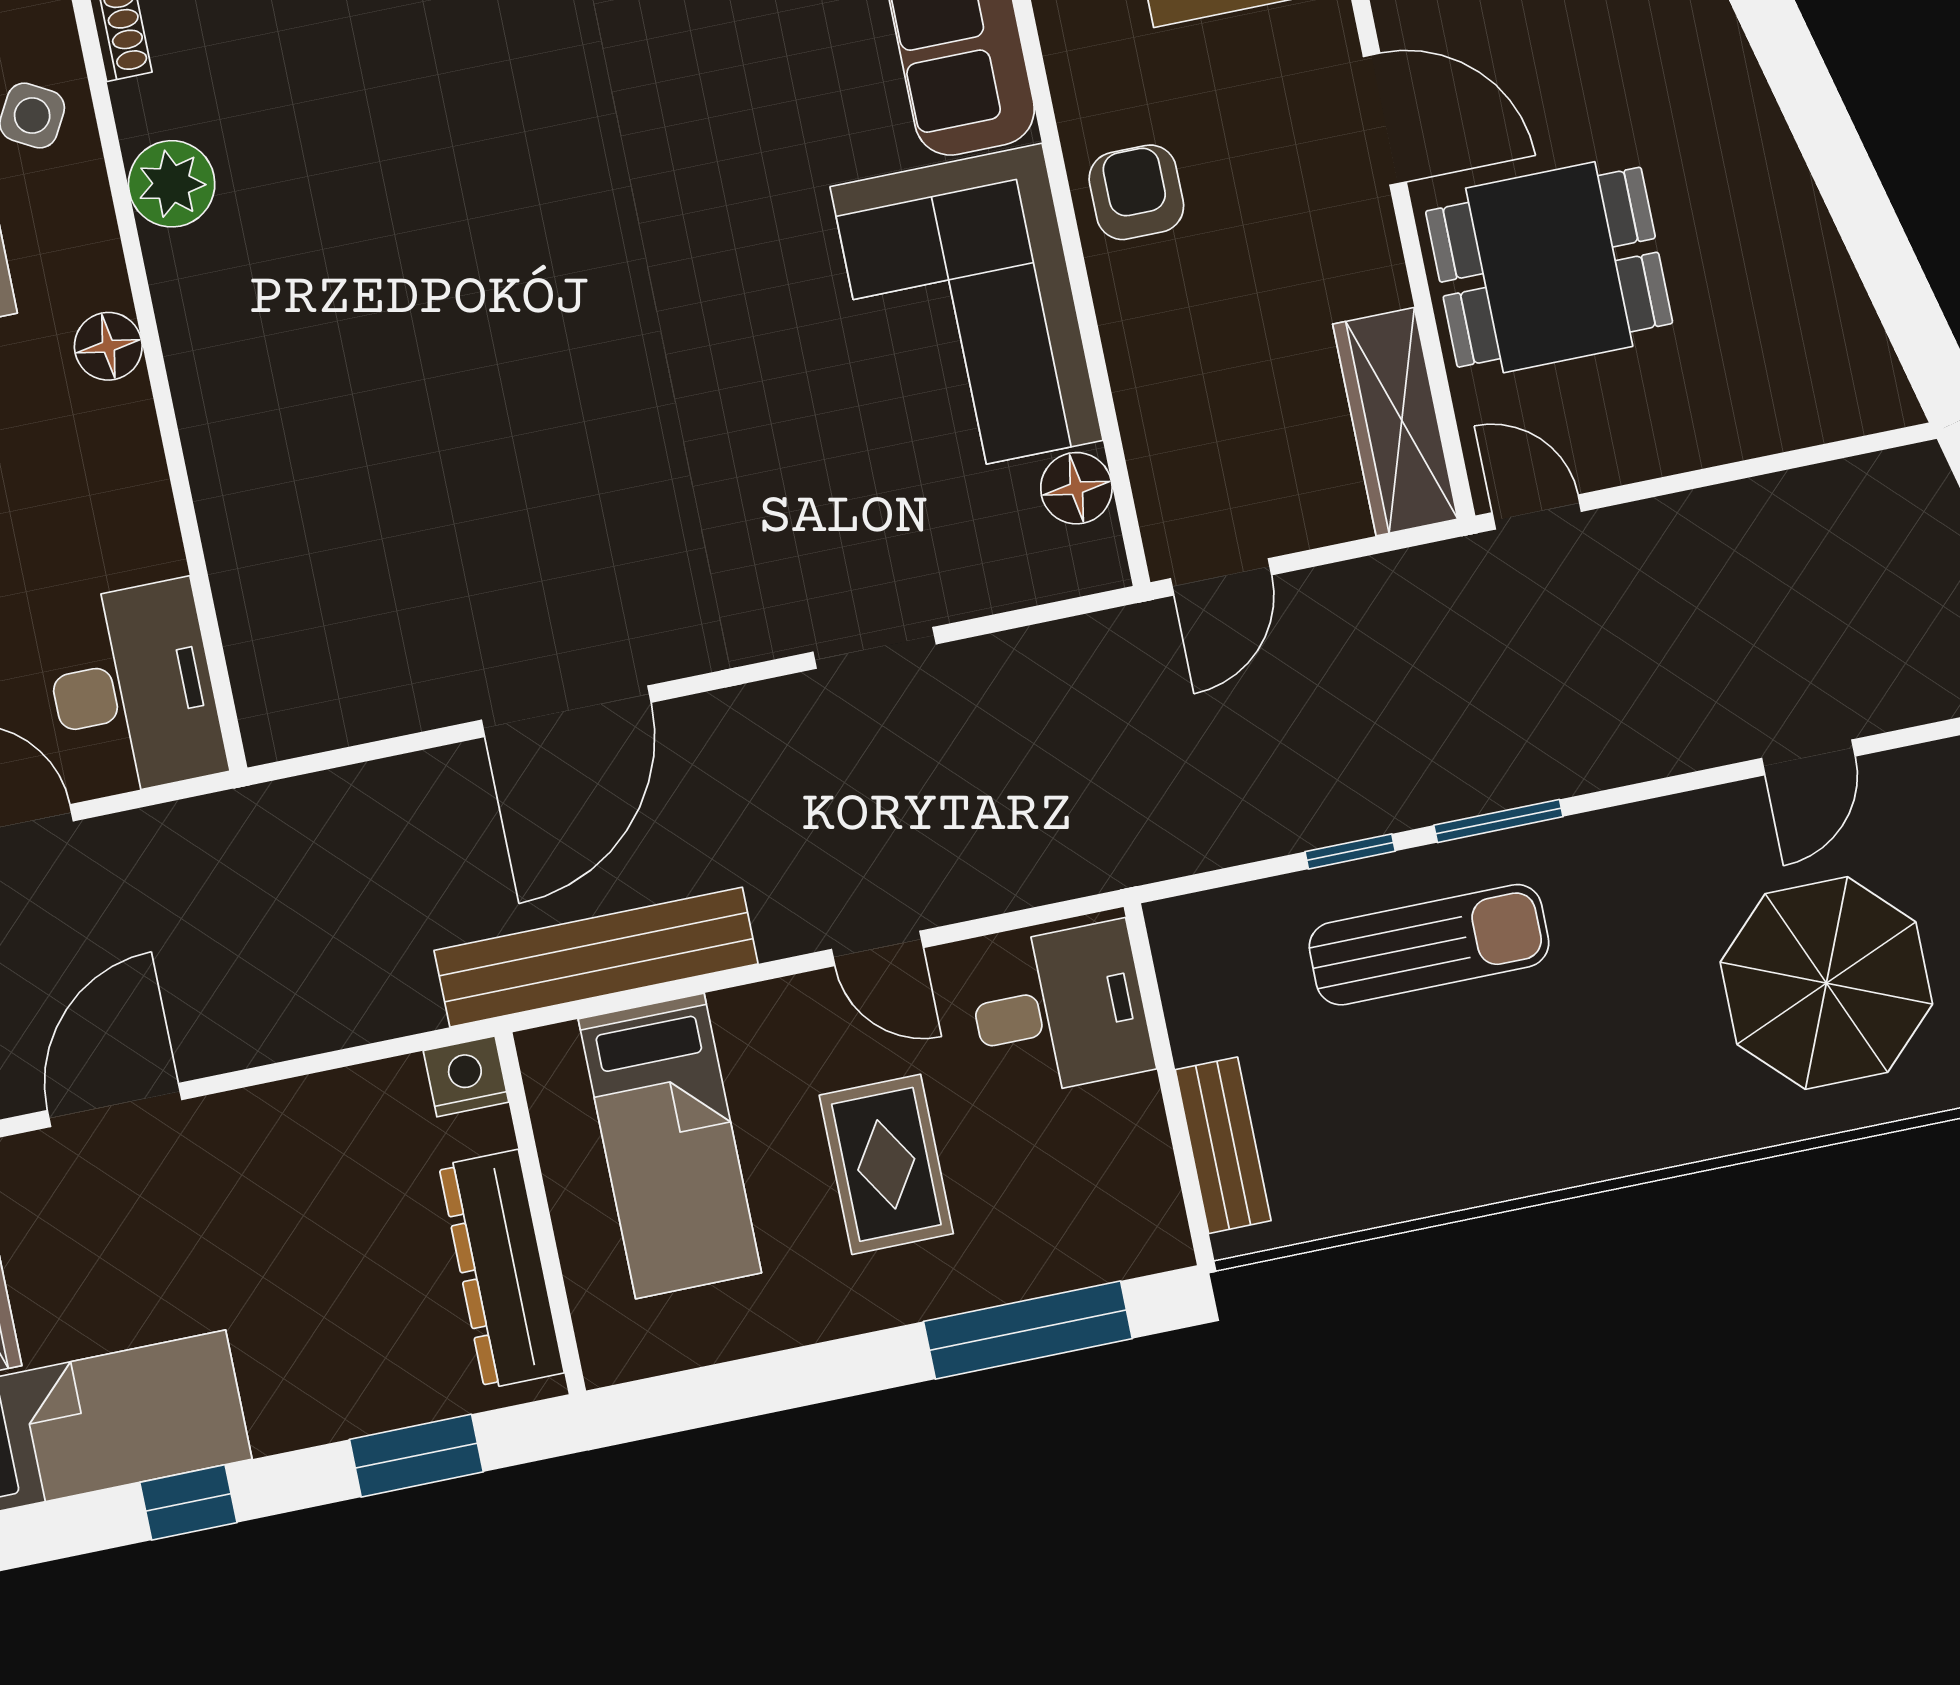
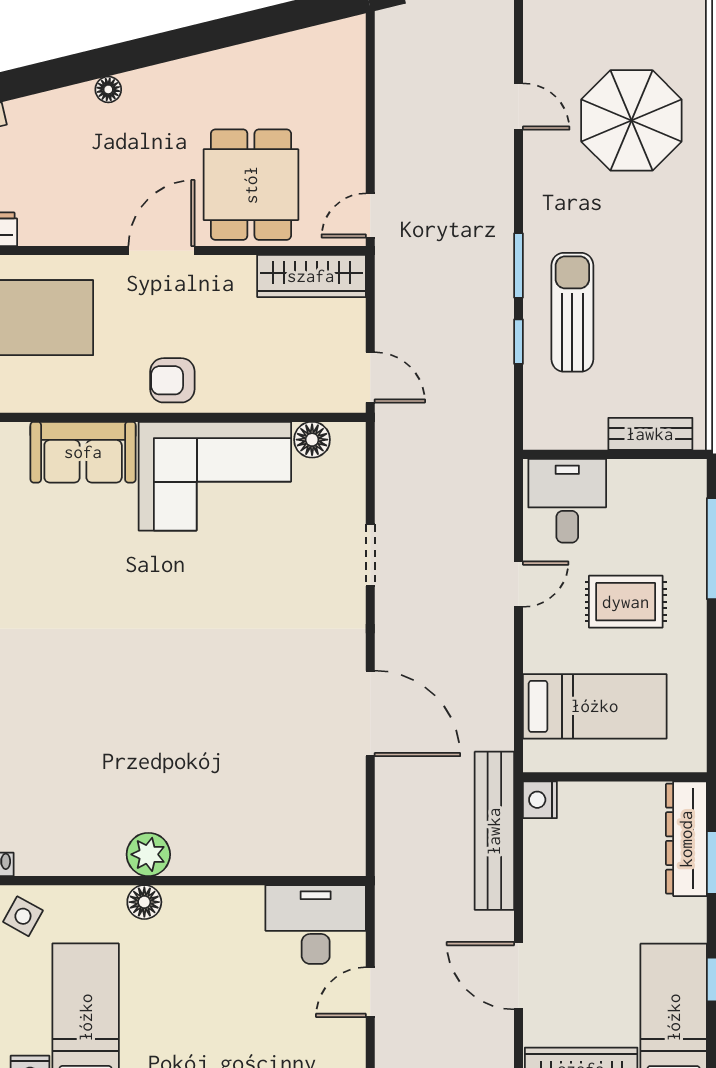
plant: (172, 184) -> (148, 854), moved
bench: (596, 957) -> (494, 831), moved
dresser: (501, 1269) -> (686, 839), moved, turned 90

